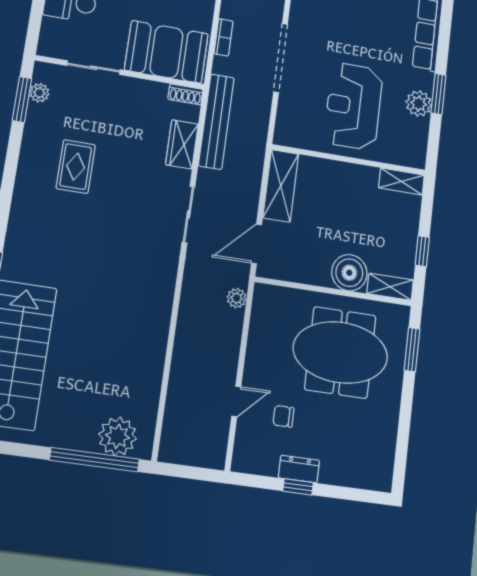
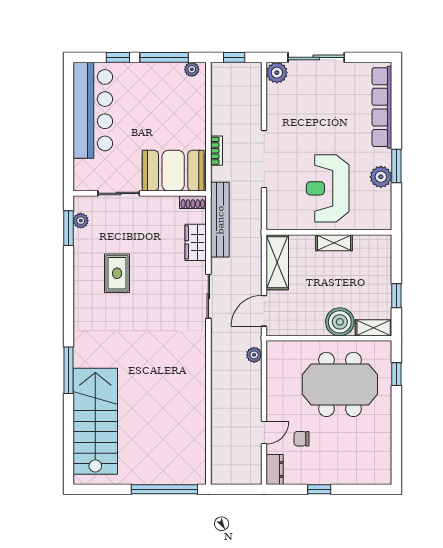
shelving: (402, 181) -> (334, 243), moved
window: (412, 350) -> (396, 374), width x0.67
plant: (118, 436) -> (179, 470), removed
dresser: (299, 469) -> (275, 469), moved, turned 90

